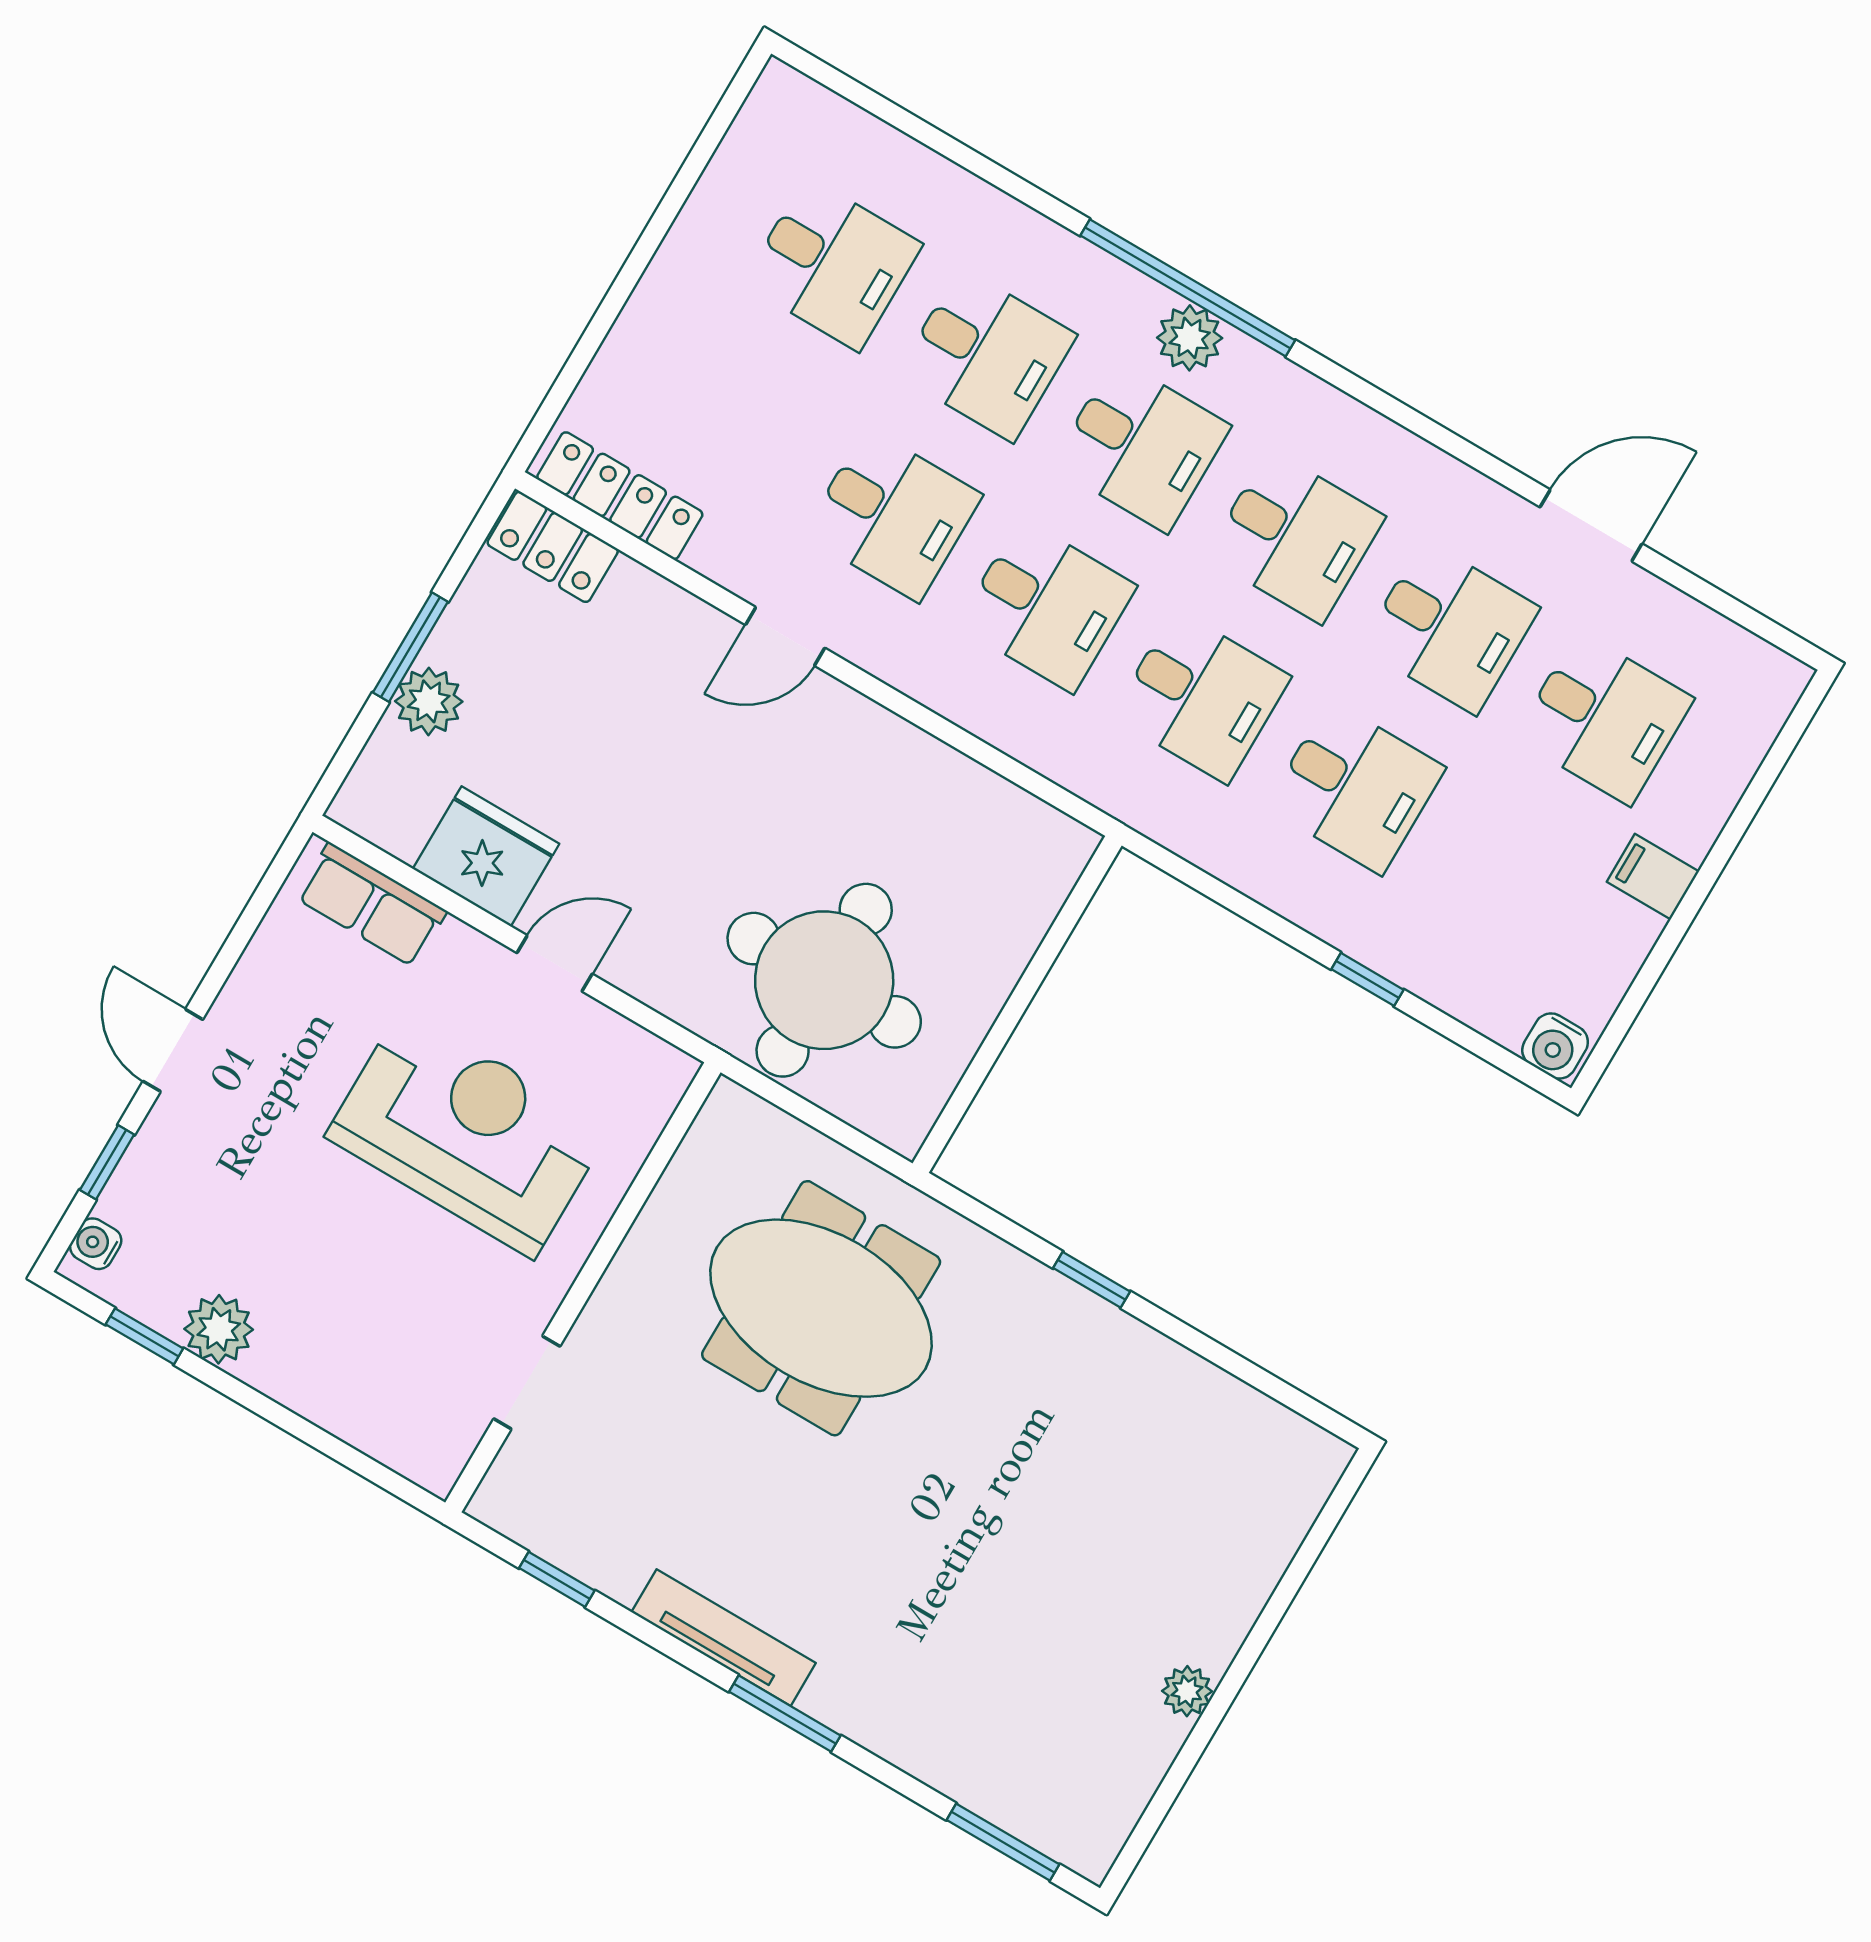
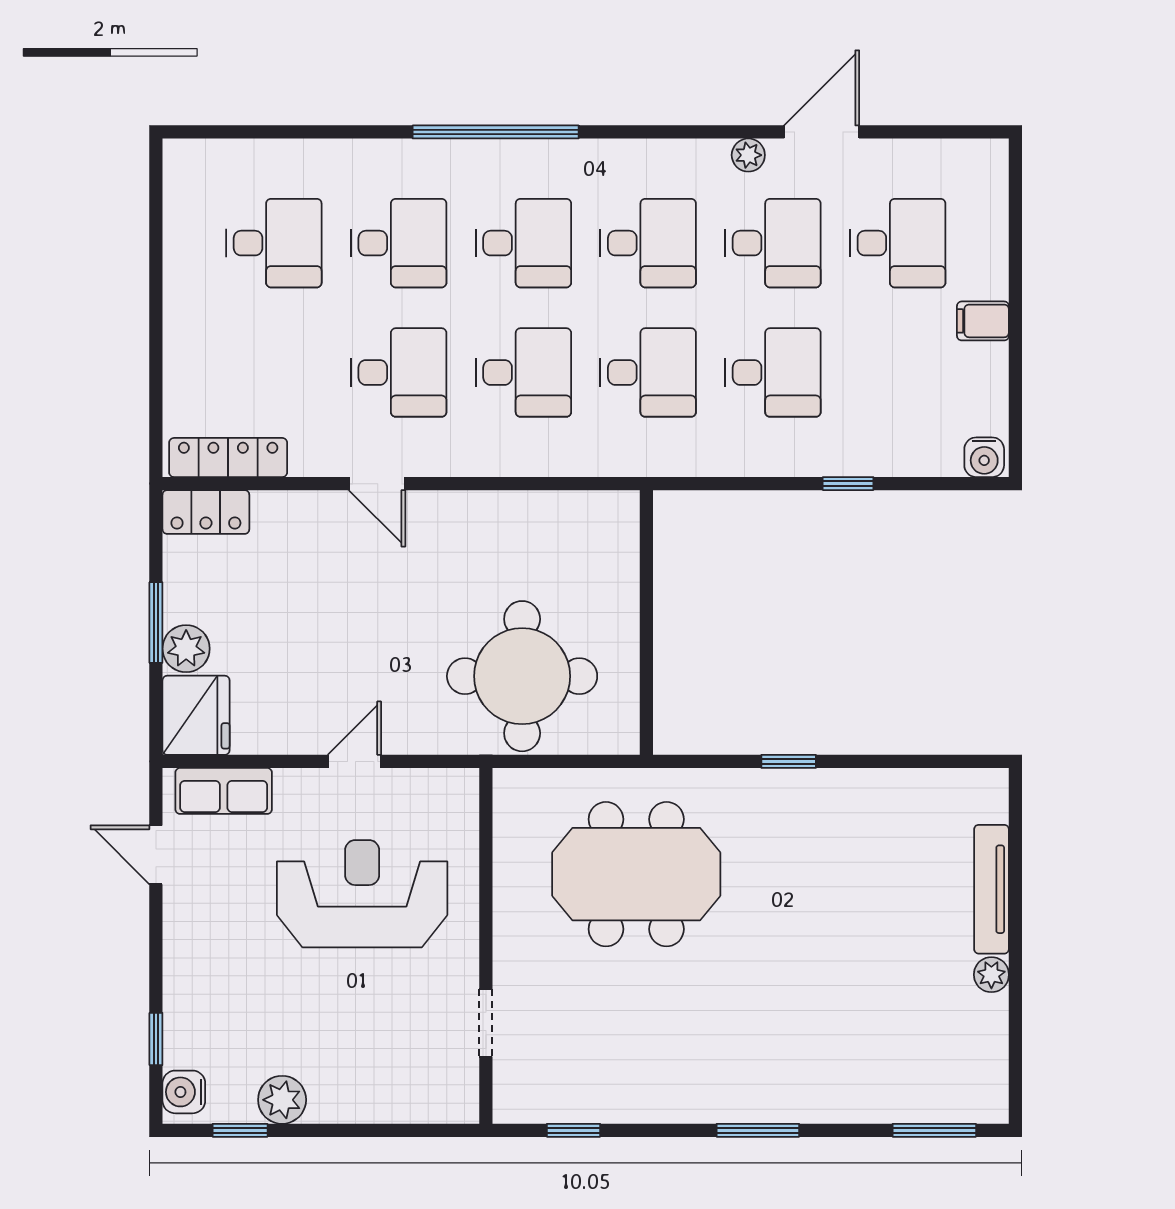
plant: (1190, 338) -> (748, 155), moved, width x0.73, depth x0.73
door: (785, 636) -> (377, 484), hinge flipped
fridge: (486, 856) -> (196, 715), moved, turned 90
door: (173, 1050) -> (156, 855), moved
water cooler: (96, 1244) -> (184, 1092), width x1.38, depth x1.38
tv unit: (724, 1638) -> (991, 889), moved, turned -90

